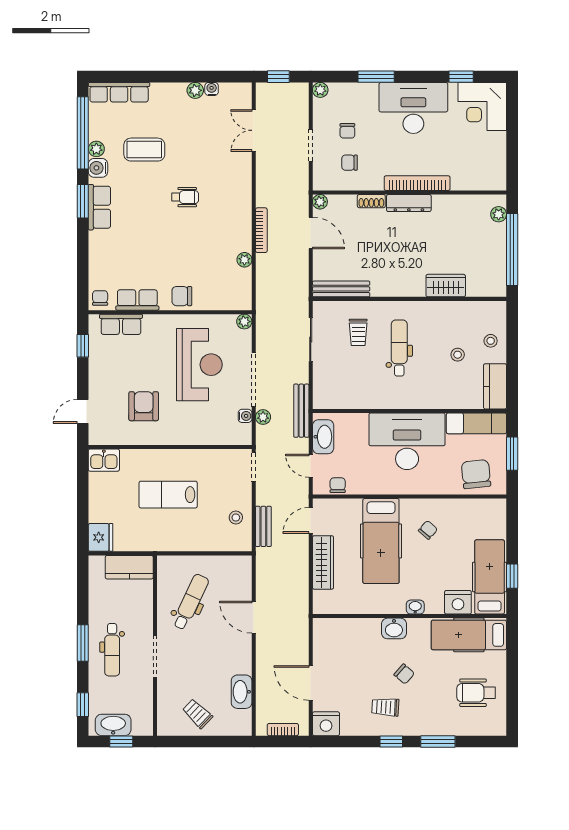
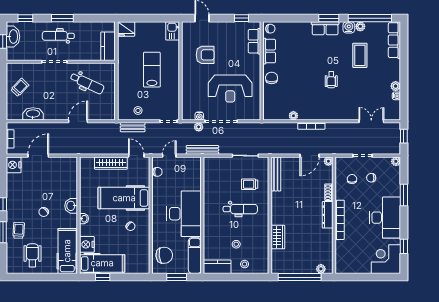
plant: (244, 322) -> (256, 116), removed
washbasin: (323, 437) -> (187, 163), removed
trolley: (385, 707) -> (19, 230), moved

